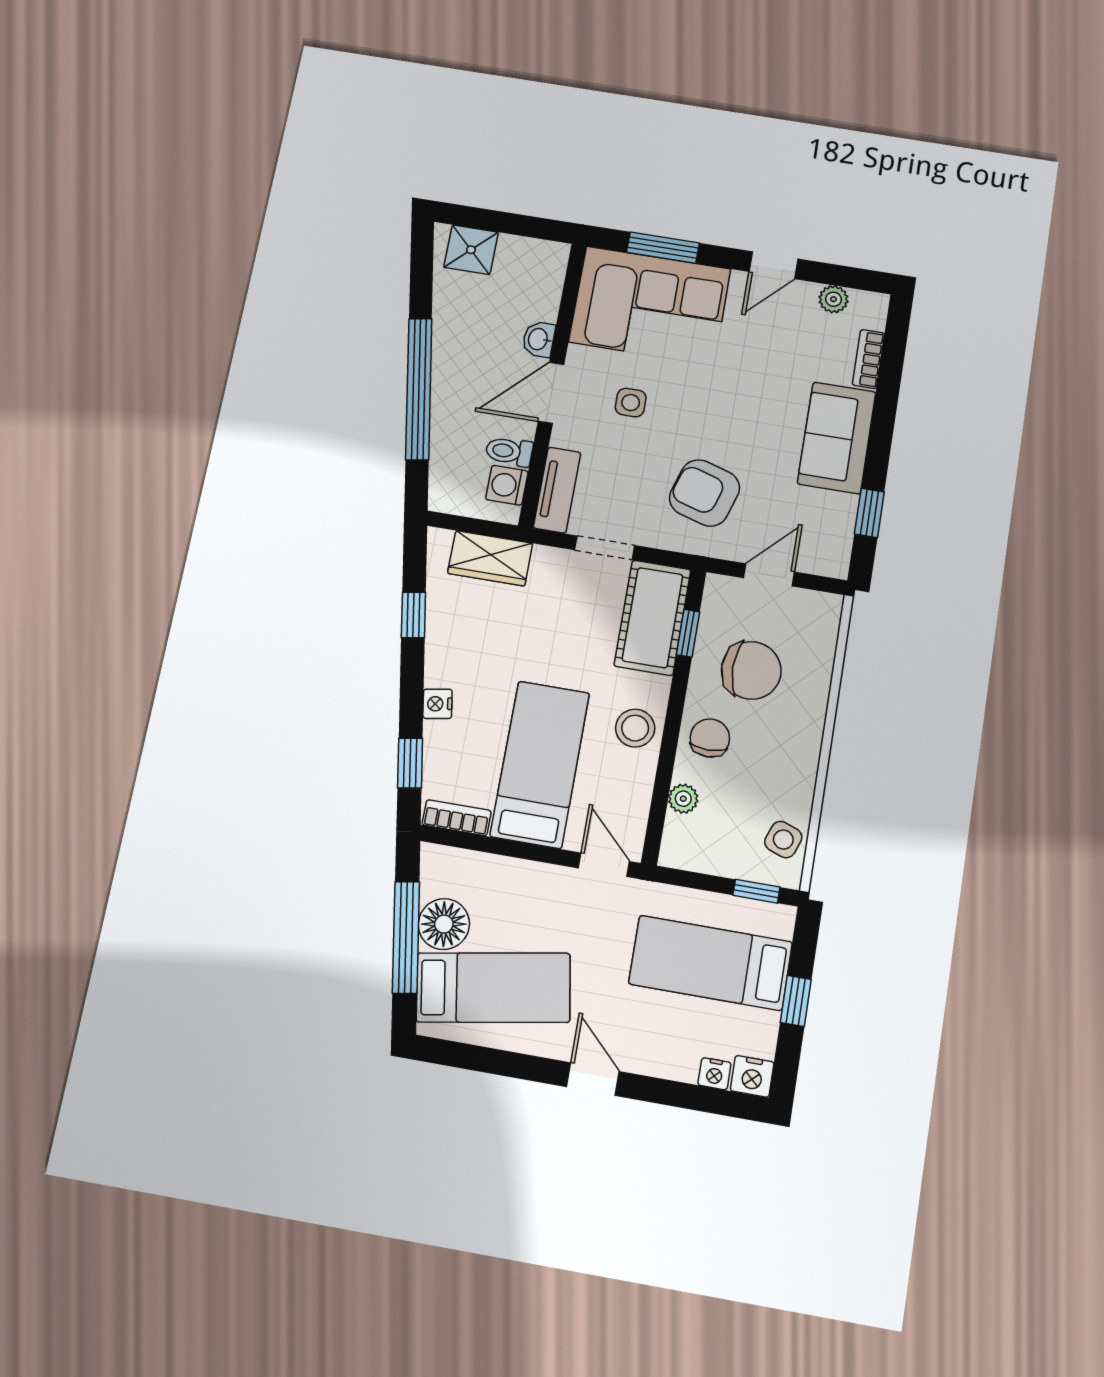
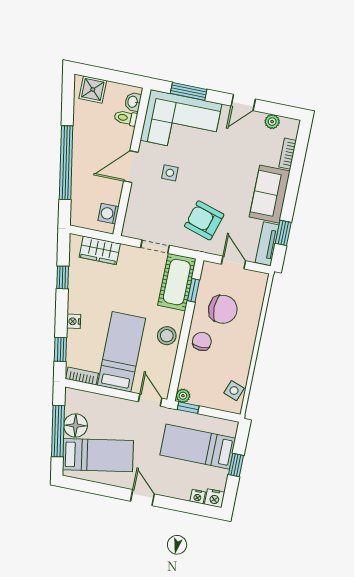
washbasin: (539, 339) -> (133, 102), moved
toilet: (509, 451) -> (126, 118), moved
tv unit: (557, 490) -> (267, 244), moved, turned 180
door: (769, 575) -> (233, 263), hinge flipped
plant: (683, 799) -> (183, 396), moved
window: (756, 891) -> (188, 408), moved

